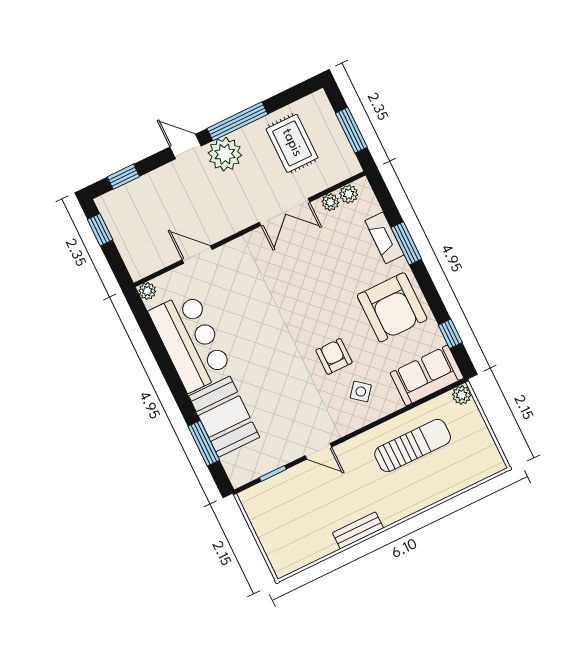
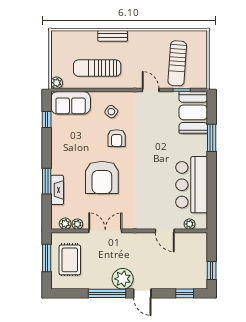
rug: (292, 143) -> (70, 260), moved
plant: (147, 291) -> (190, 224), moved
armchair: (392, 307) -> (102, 177), moved, turned 180
booth: (224, 417) -> (193, 112), moved
window: (204, 443) -> (212, 138), moved
sun lounger: (298, 510) -> (177, 63), added
bench: (358, 530) -> (113, 36), moved

